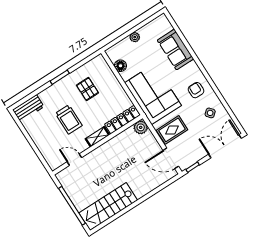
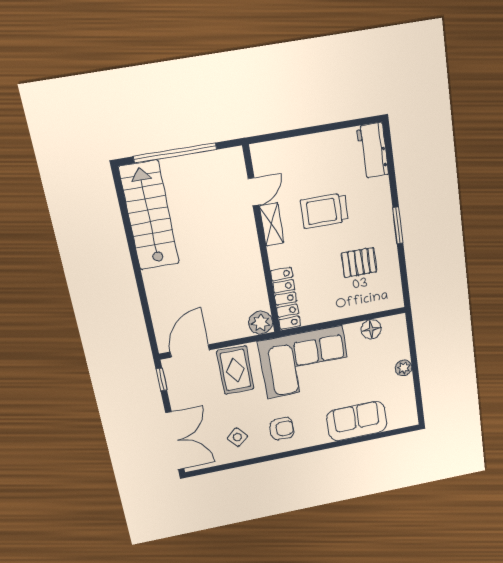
shelving: (97, 137) -> (272, 224), moved

